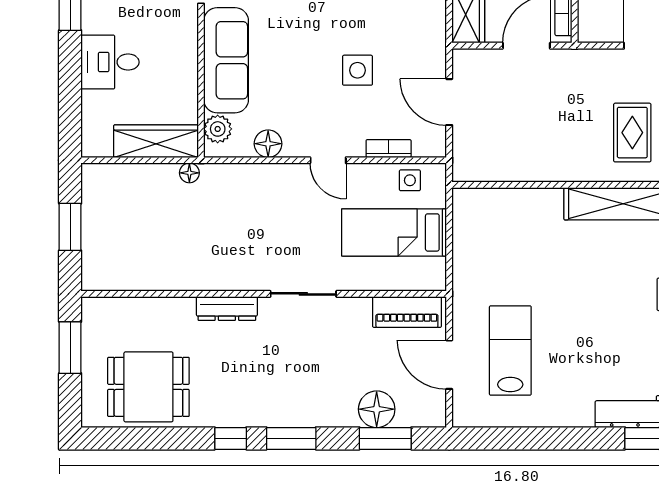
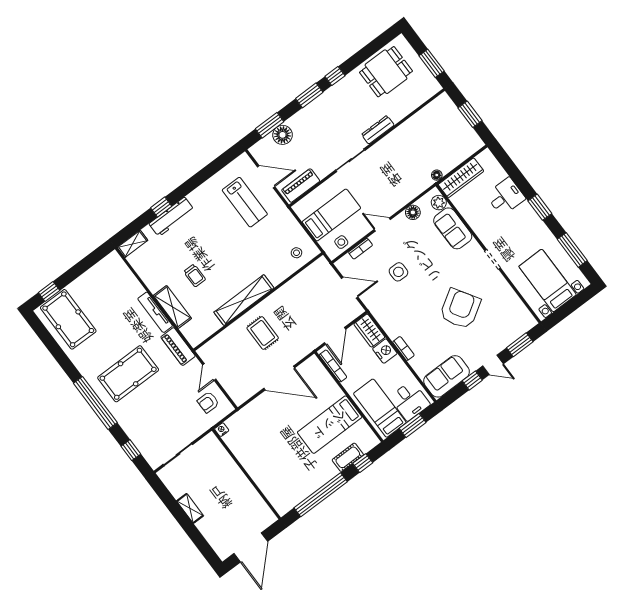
sofa: (226, 60) -> (453, 228), width x0.73
stool: (490, 215) -> (296, 253), added

